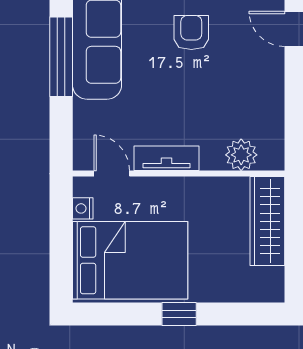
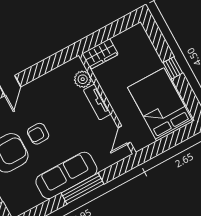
tv unit: (167, 158) -> (97, 102), moved
nightstand: (83, 208) -> (148, 140), removed
wardrobe: (267, 221) -> (100, 54), width x0.67

